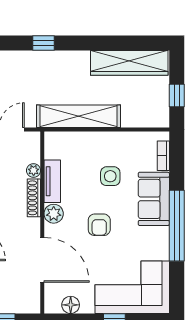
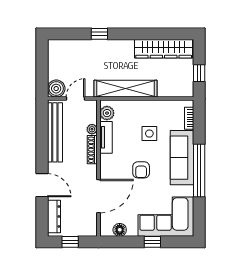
sofa: (154, 199) -> (182, 158), width x1.36
plant: (54, 214) -> (107, 113), moved
door: (42, 260) -> (98, 196), hinge flipped

